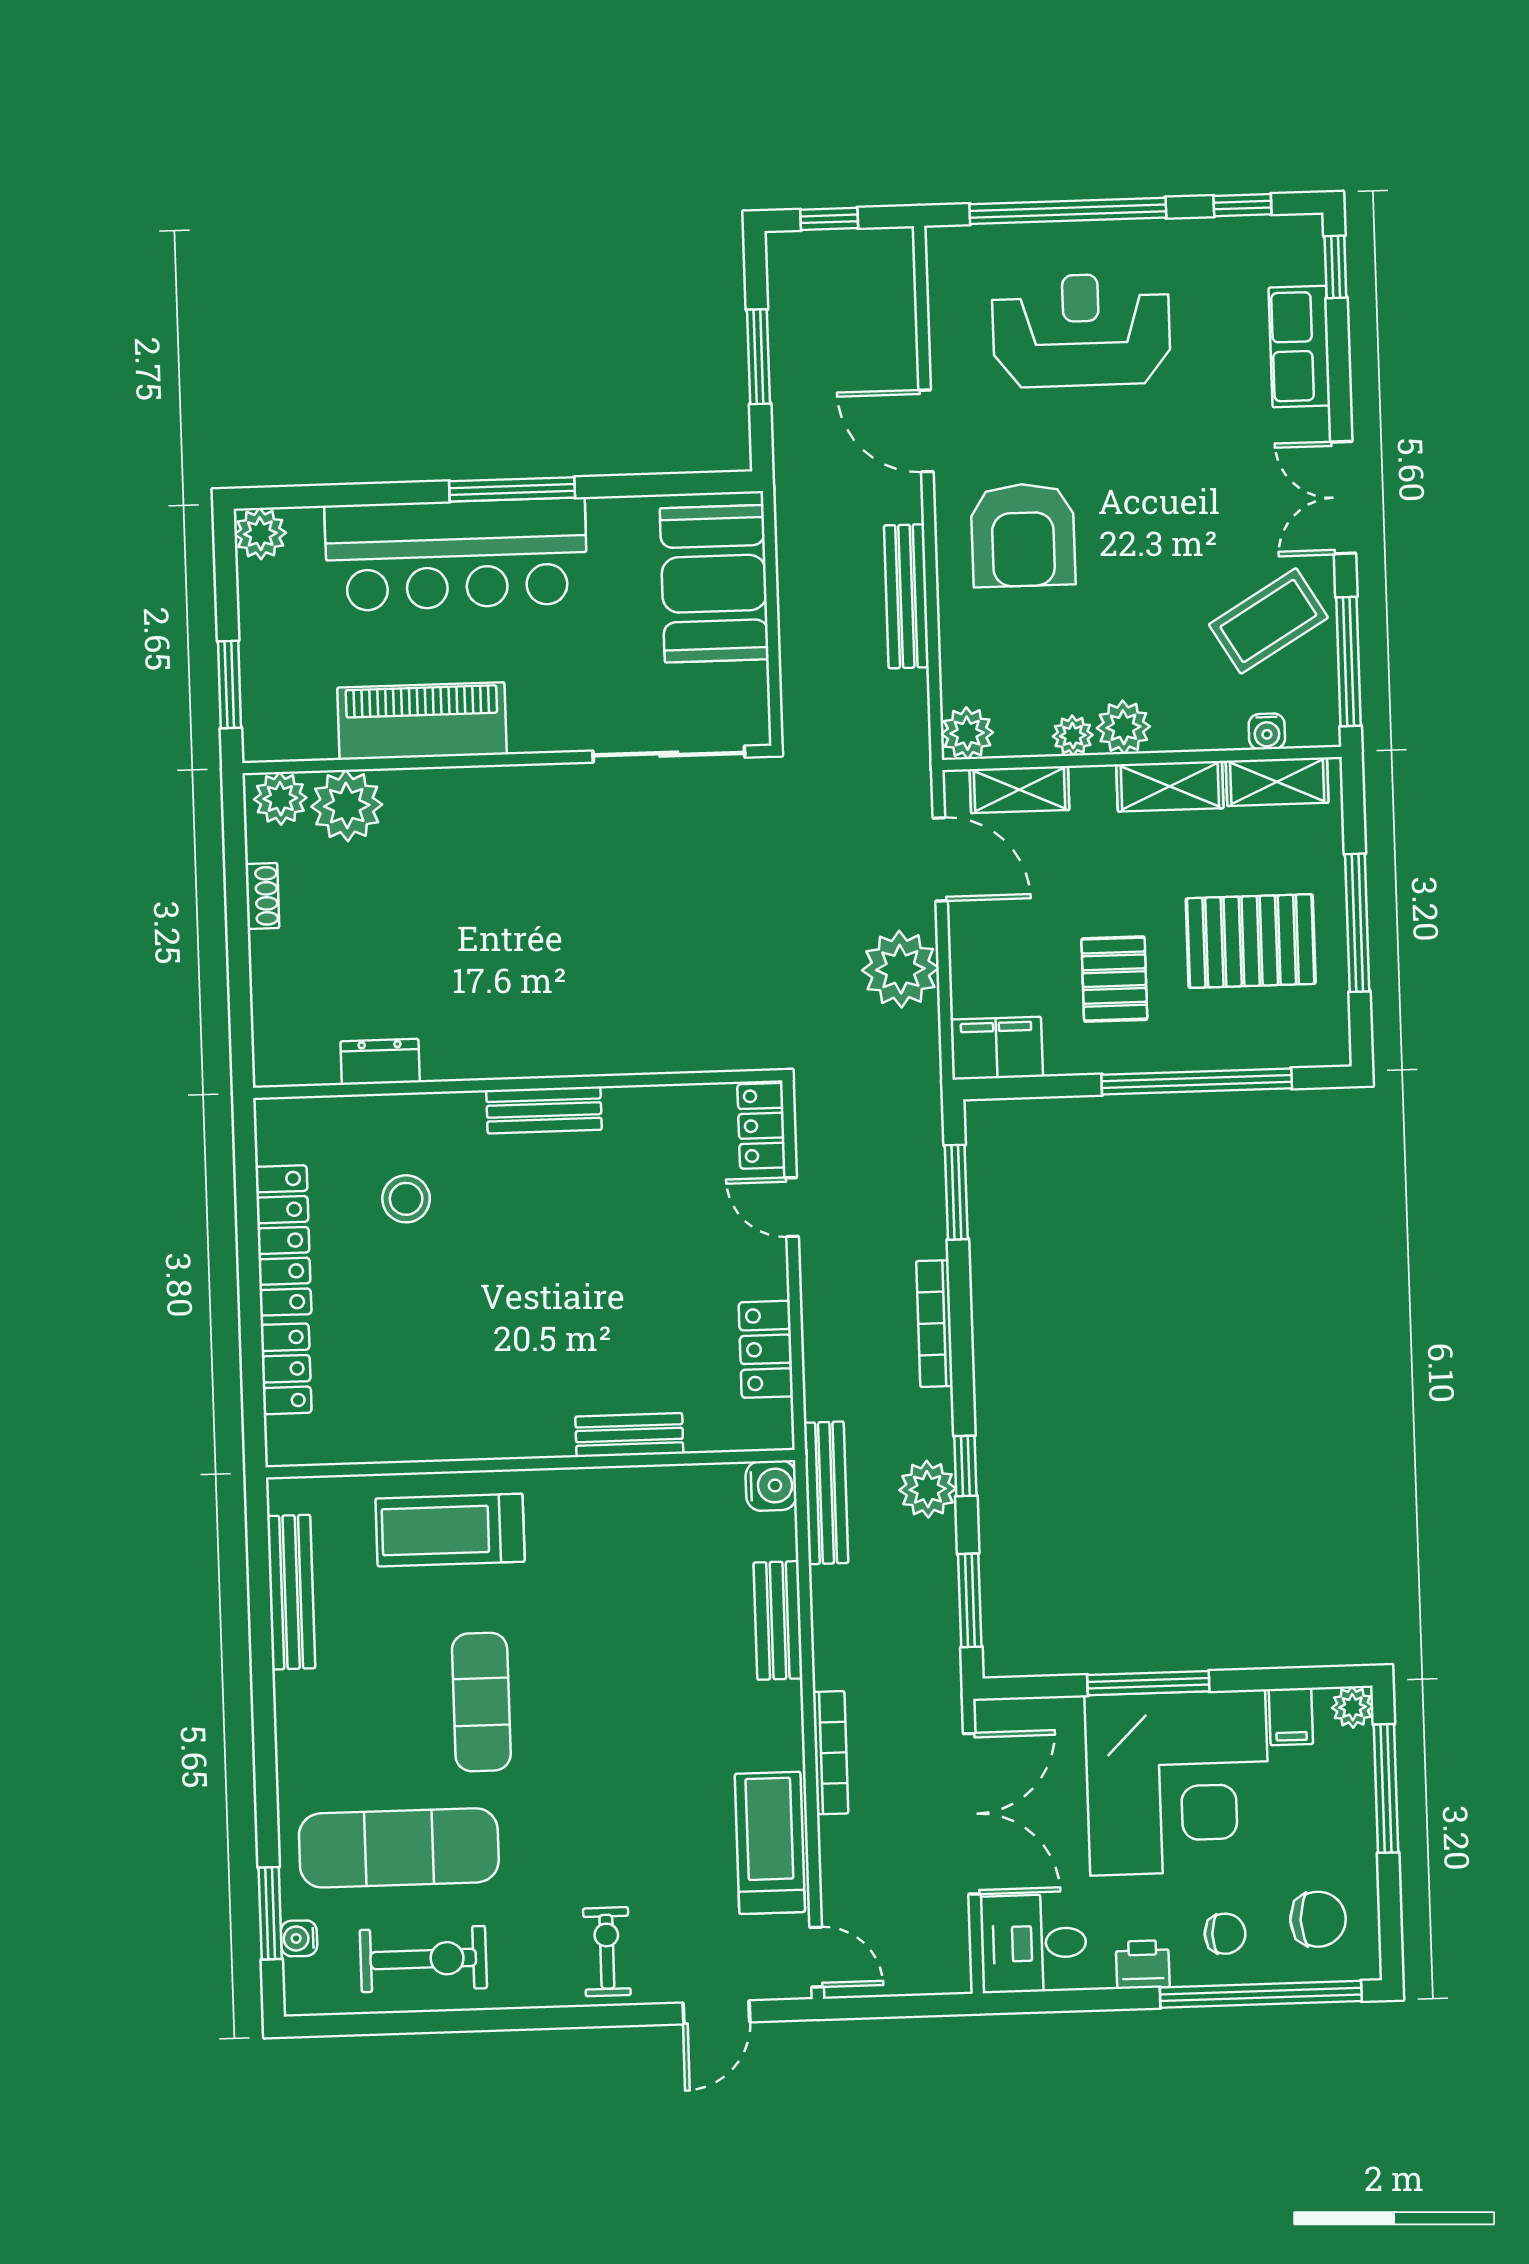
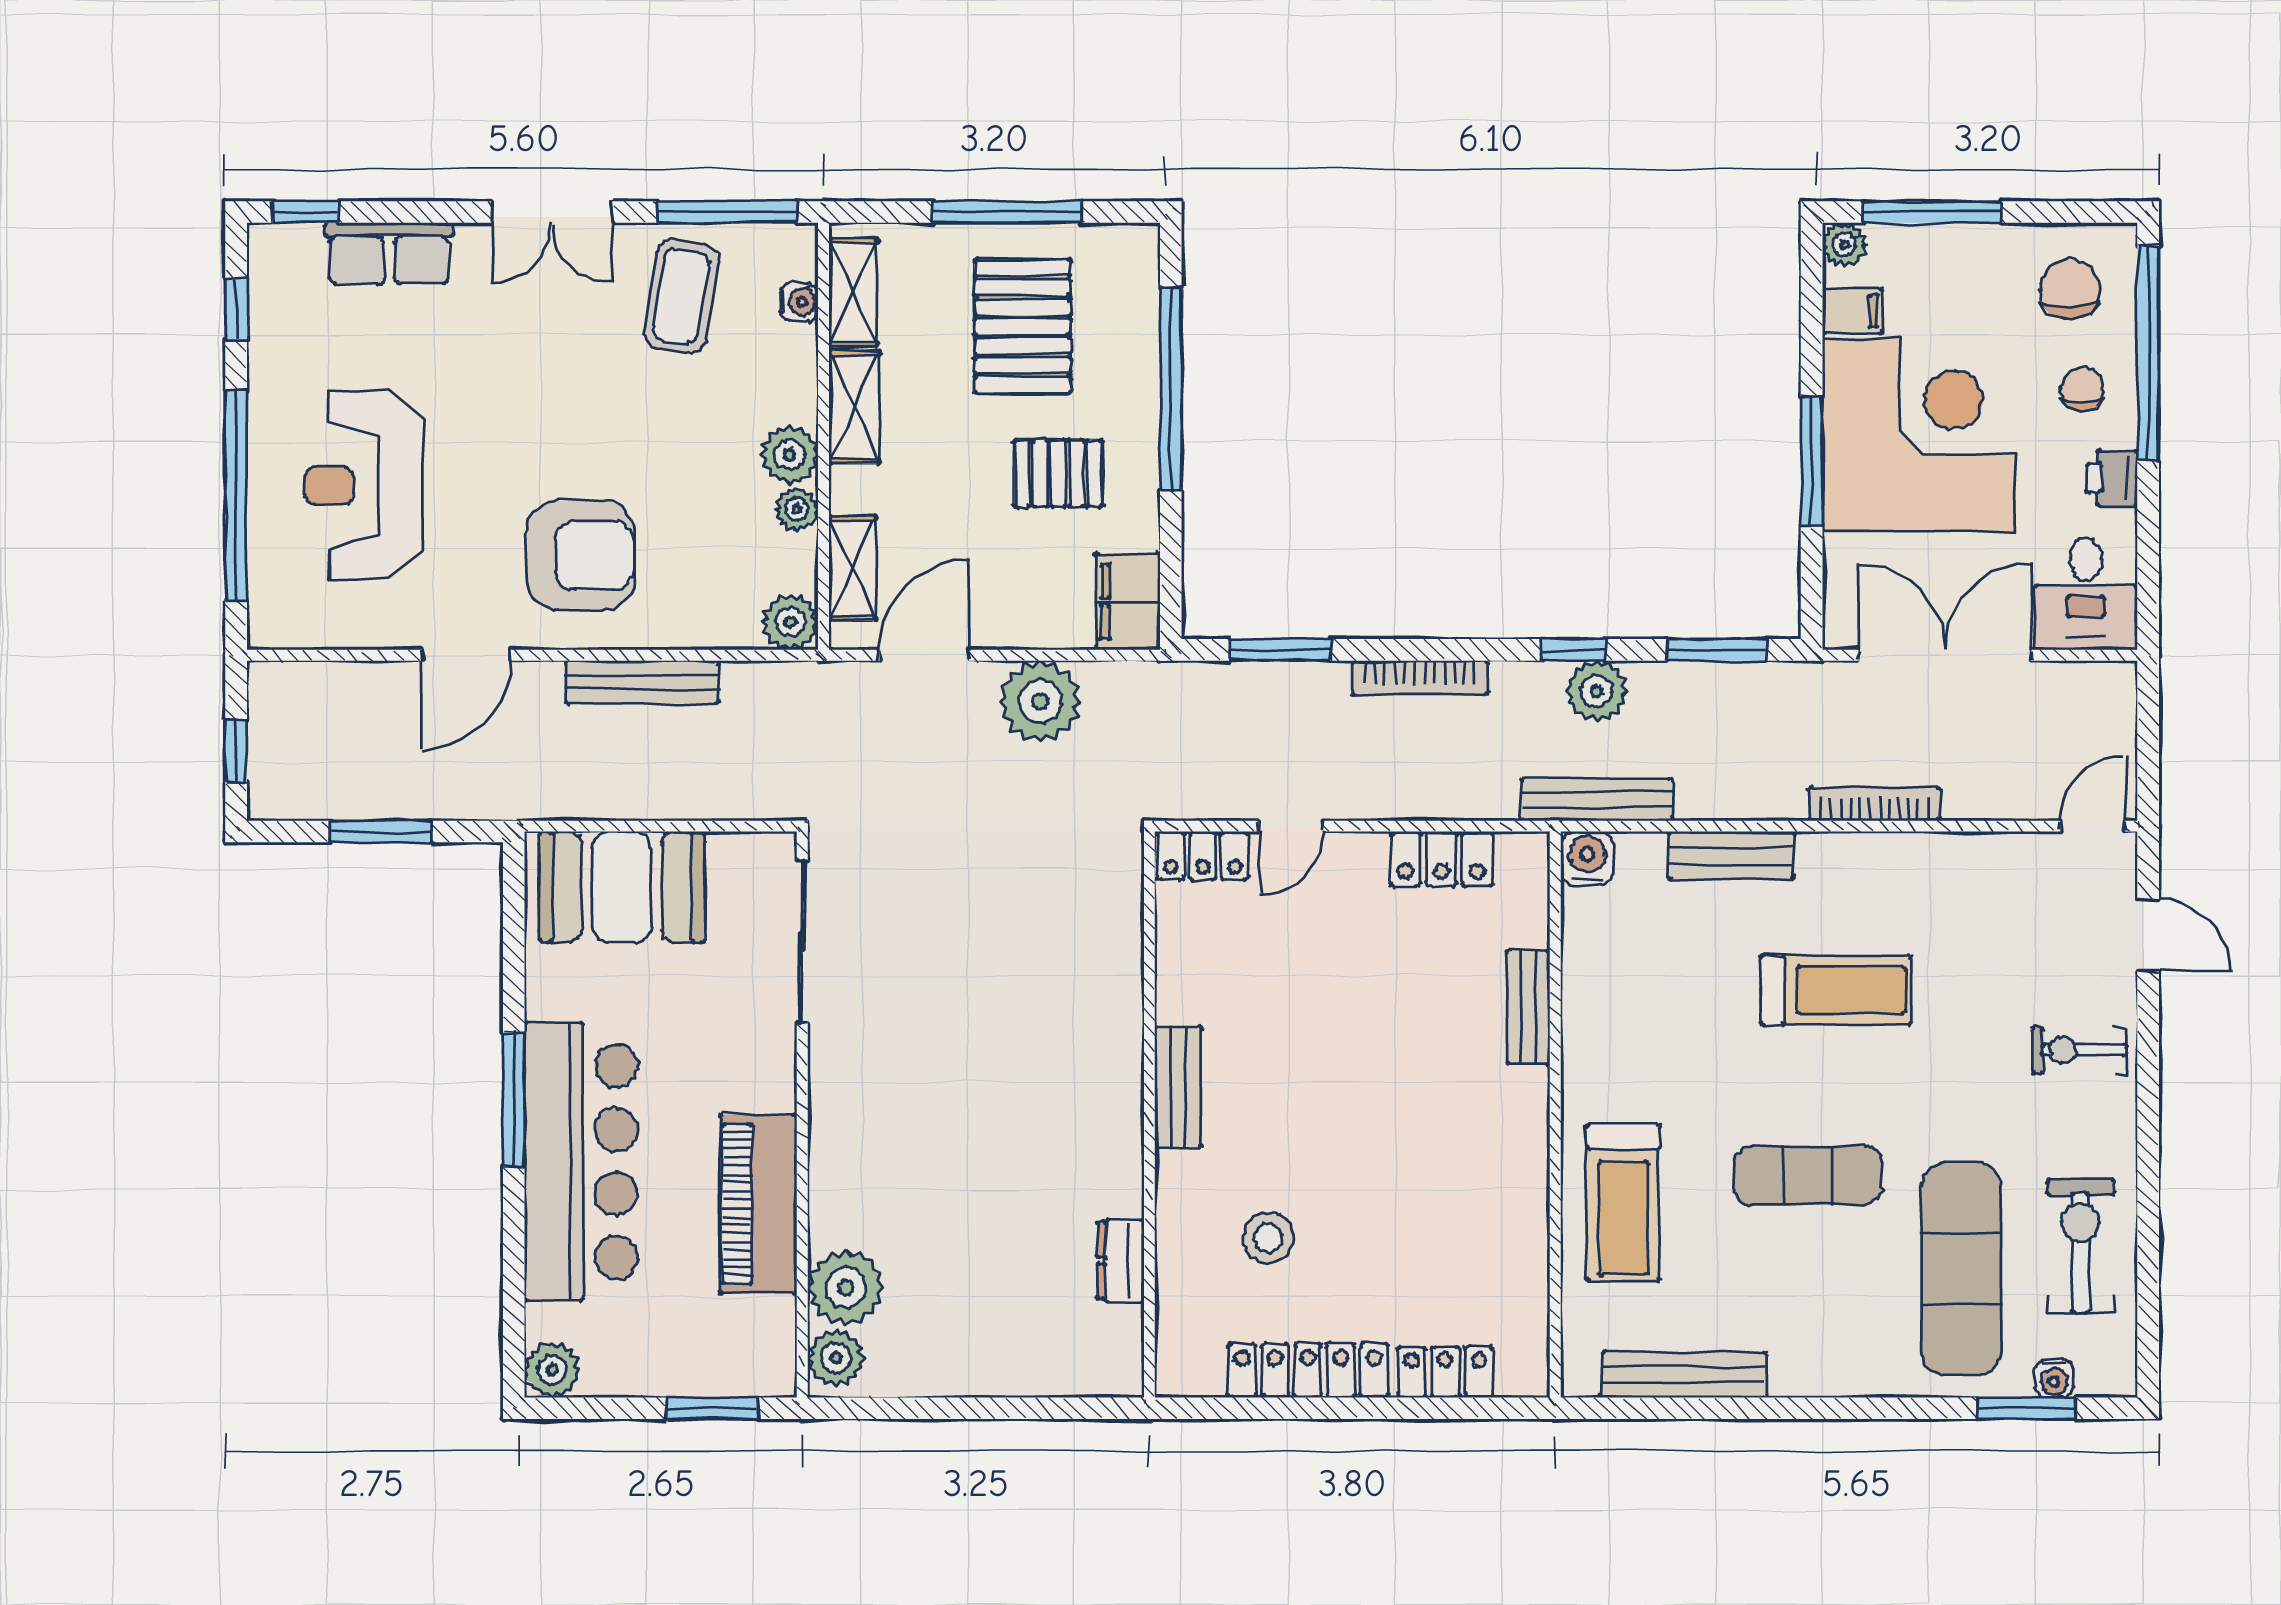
coffee table: (1268, 621) -> (681, 296), turned 40
shoe rack: (262, 896) -> (939, 1381), removed
treadmill: (770, 1843) -> (1836, 990), moved, turned 180

